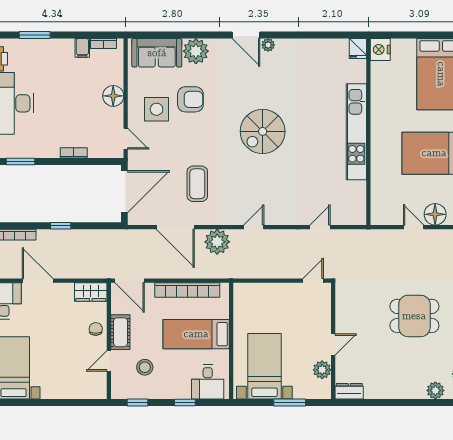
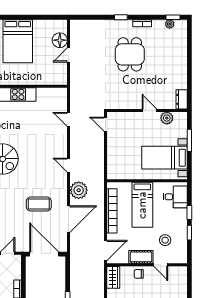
plant: (435, 390) -> (181, 40), removed
window: (137, 402) -> (189, 233), moved

